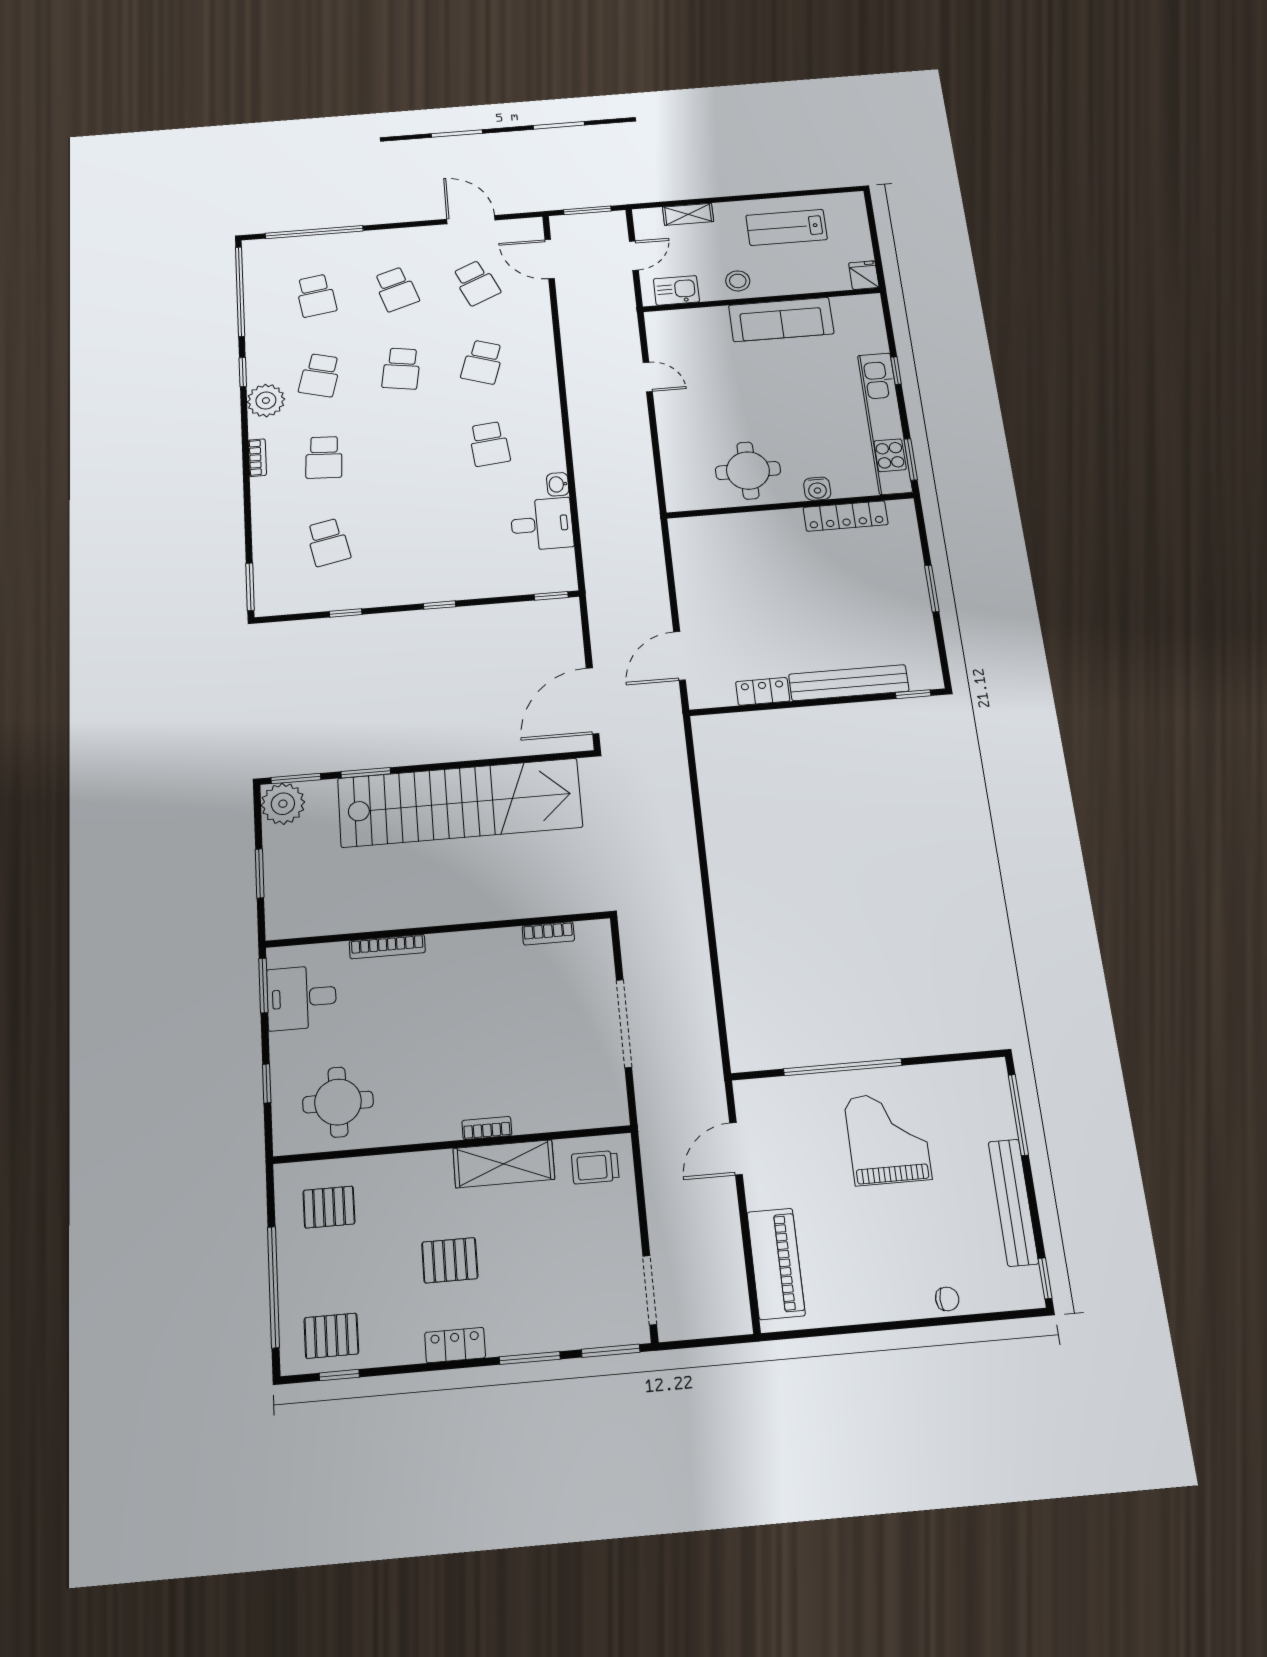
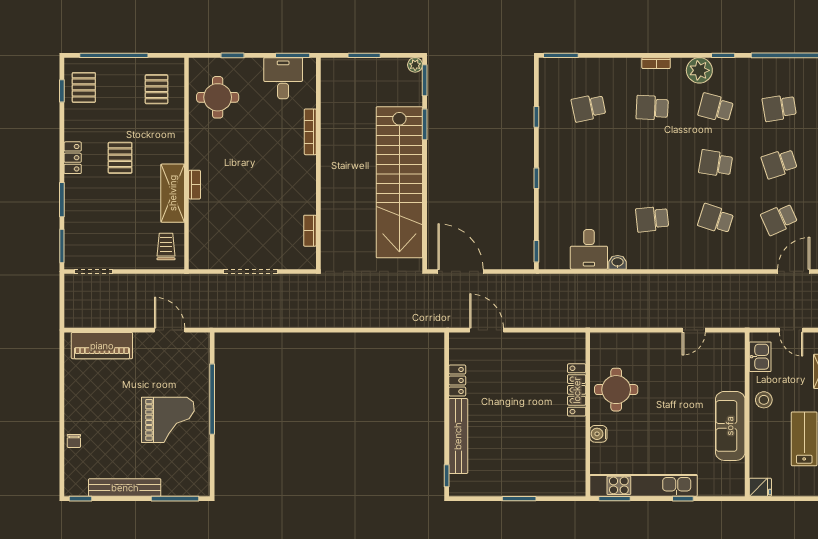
locker: (846, 516) -> (577, 390), moved
plant: (283, 804) -> (415, 65), width x0.53, depth x0.53

